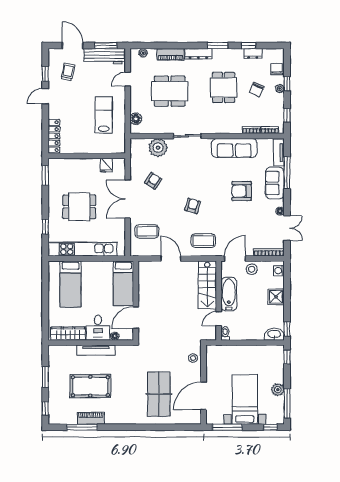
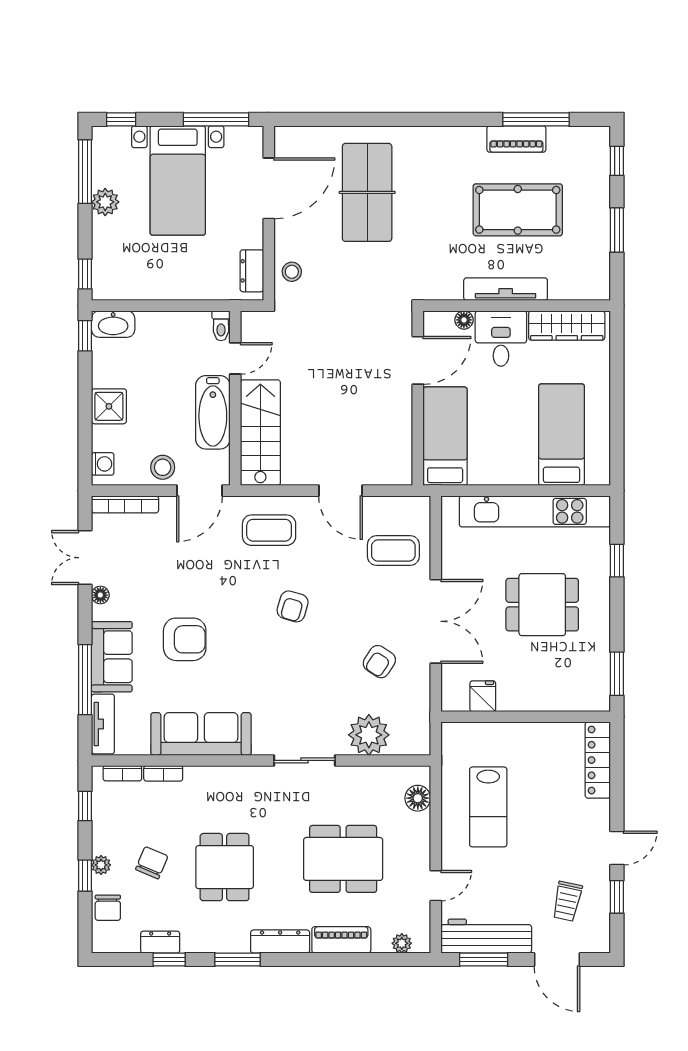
dresser: (211, 358) -> (252, 271), added

